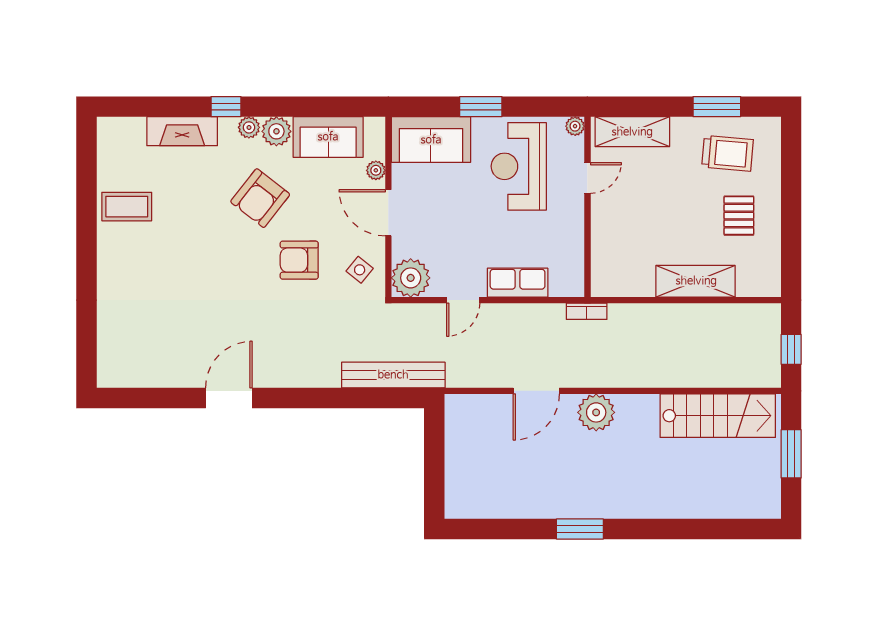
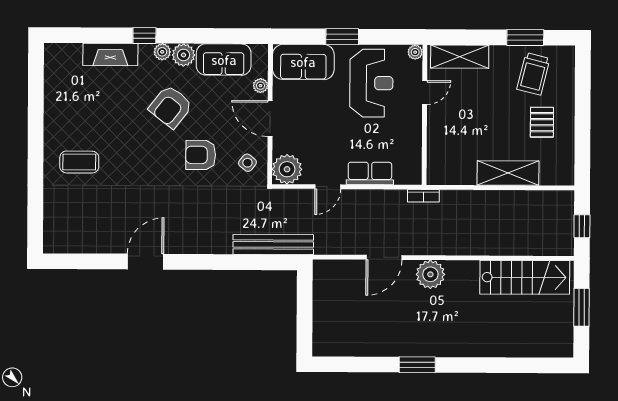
trolley: (728, 153) -> (533, 74), turned 99
reception desk: (519, 166) -> (371, 83), turned 180
coffee table: (127, 207) -> (79, 162), moved

